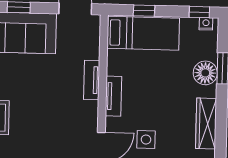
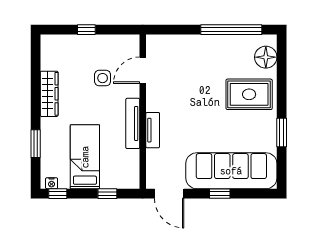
bed: (143, 33) -> (85, 157), moved, turned 90
floor lamp: (205, 73) -> (51, 139), removed
tv unit: (113, 96) -> (133, 123), width x1.41

